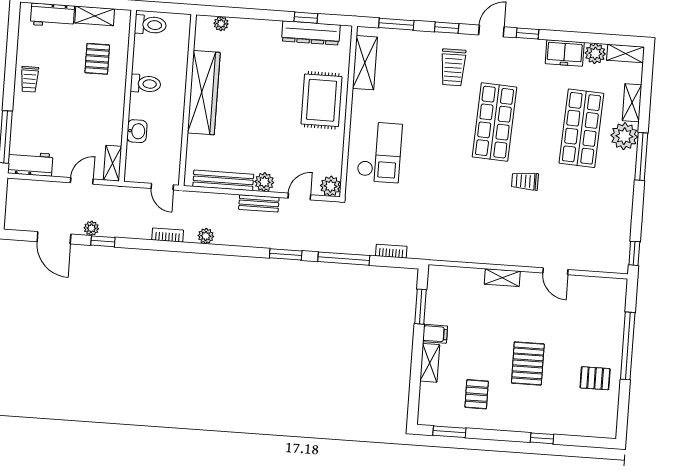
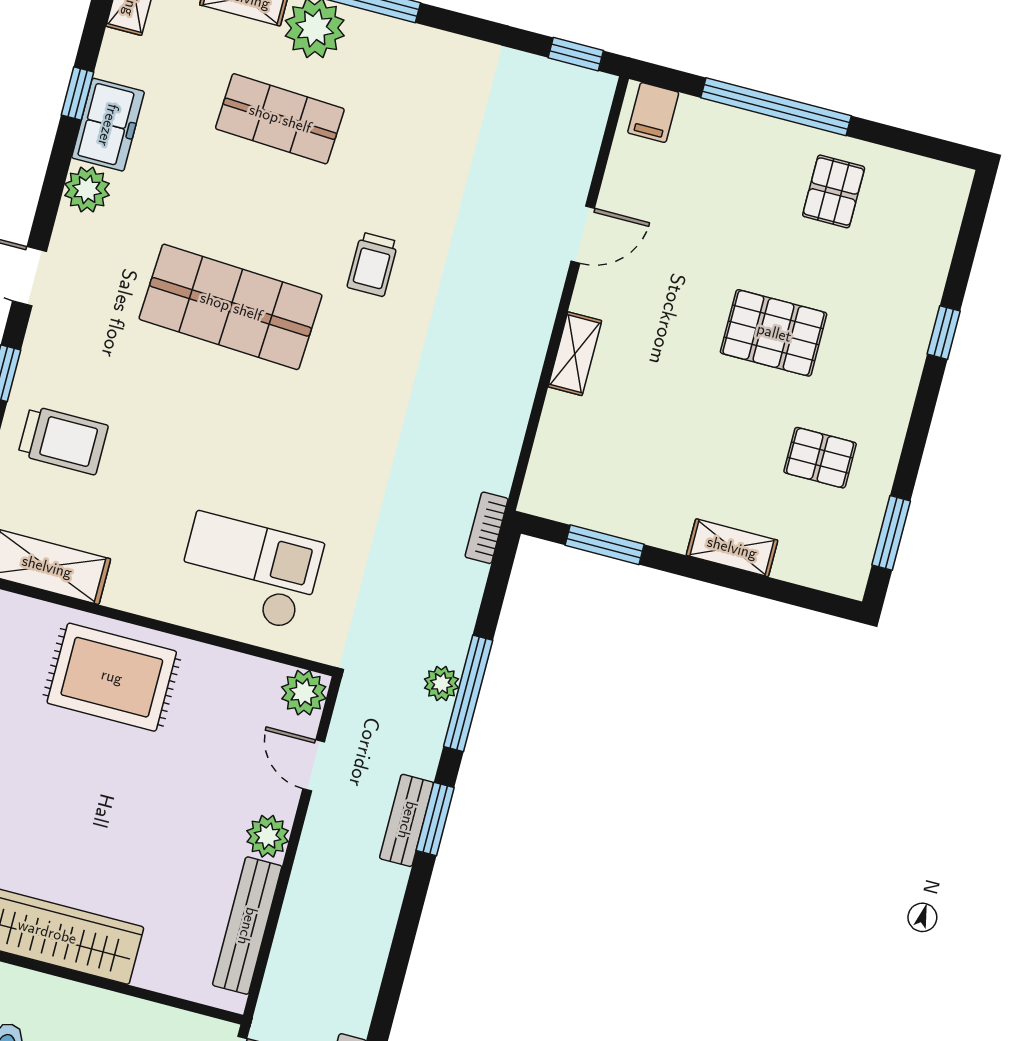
window: (528, 34) -> (77, 94), moved
plant: (595, 53) -> (87, 190), moved
trolley: (453, 67) -> (63, 440), moved
shop shelf: (581, 128) -> (280, 119), width x0.70, depth x0.74
bench: (259, 203) -> (407, 820), moved
plant: (206, 236) -> (441, 683), moved
bookcase: (391, 251) -> (487, 528), moved
filing cabinet: (435, 334) -> (653, 113), moved, turned 180

